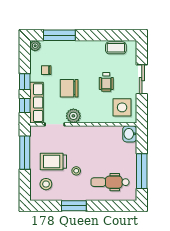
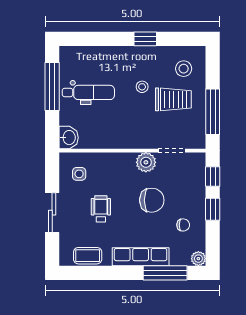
row of seats: (36, 103) -> (141, 257), moved, turned 90
side table: (122, 107) -> (79, 174), width x0.54, depth x0.54
dental chair: (110, 182) -> (88, 92), moved
window: (74, 206) -> (145, 39), width x0.67

